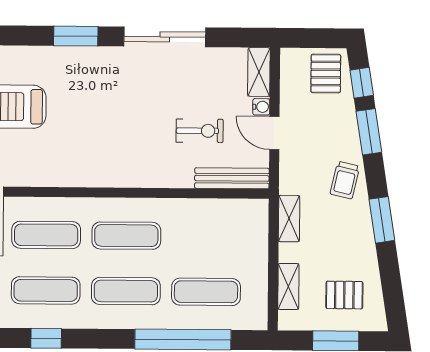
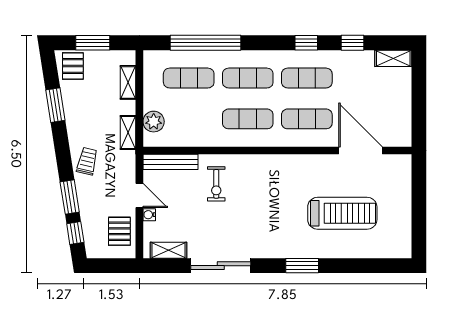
window: (76, 36) -> (302, 266), moved
shelving: (259, 72) -> (168, 250), moved, turned 90
pallet: (326, 73) -> (119, 231), moved
exercise bike: (200, 131) -> (216, 184), moved, turned -90
window: (382, 220) -> (55, 105), moved
plant: (254, 233) -> (154, 122), added
pallet: (344, 295) -> (73, 66), moved, turned 90

